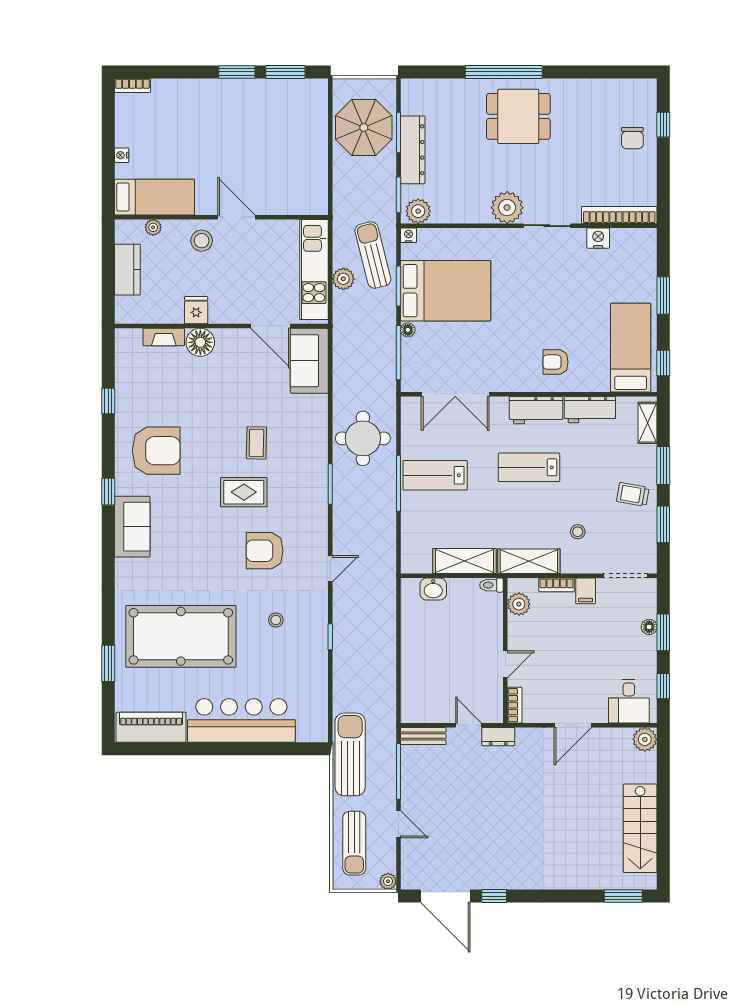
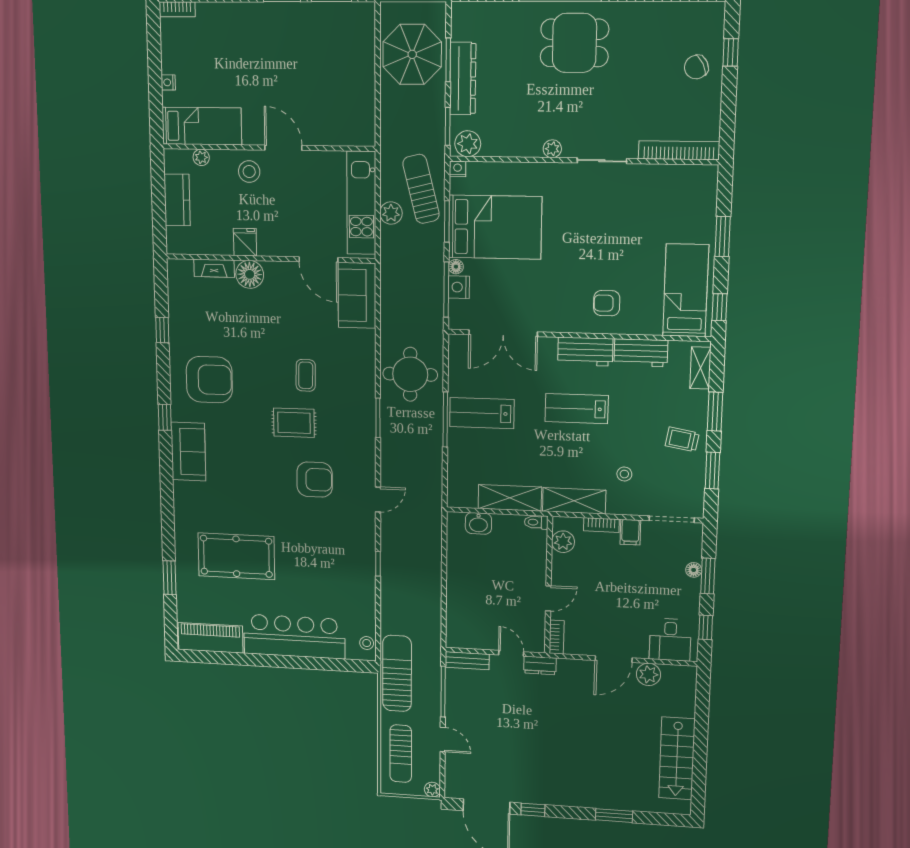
chair: (632, 138) -> (696, 67), turned 63
plant: (507, 208) -> (552, 149), width x0.53, depth x0.53
nightstand: (598, 238) -> (459, 287), moved, turned -90
armchair: (265, 551) -> (315, 480), turned 180
stool: (276, 620) -> (367, 643), moved
pool table: (181, 636) -> (236, 556), width x0.73, depth x0.76
plant: (645, 739) -> (648, 674), moved
window: (623, 896) -> (614, 816), moved

